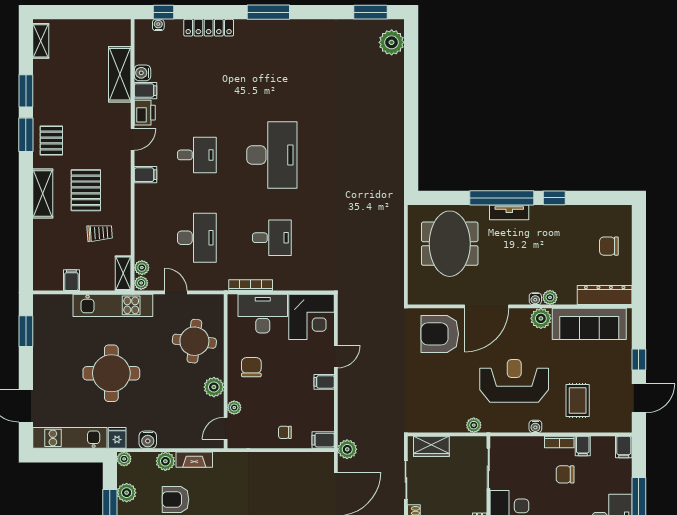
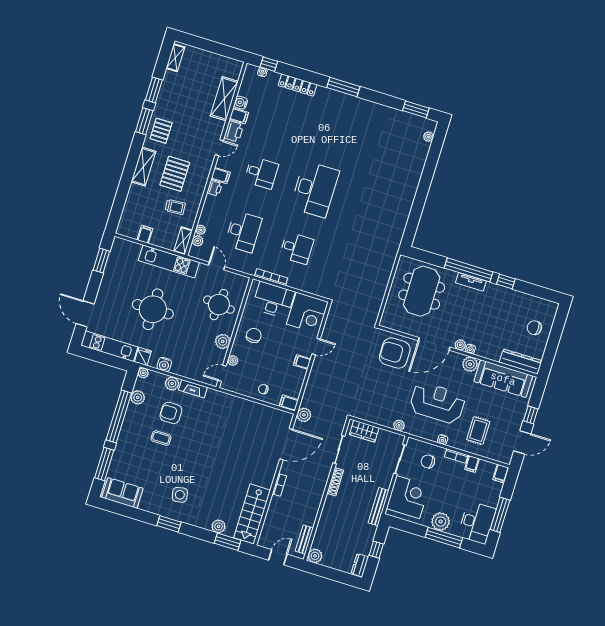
plant: (392, 42) -> (428, 137), width x0.53, depth x0.53
printer: (143, 193) -> (214, 188), added
plant: (141, 283) -> (201, 230), moved
plant: (550, 297) -> (460, 345), moved
chair: (565, 474) -> (428, 461), moved

